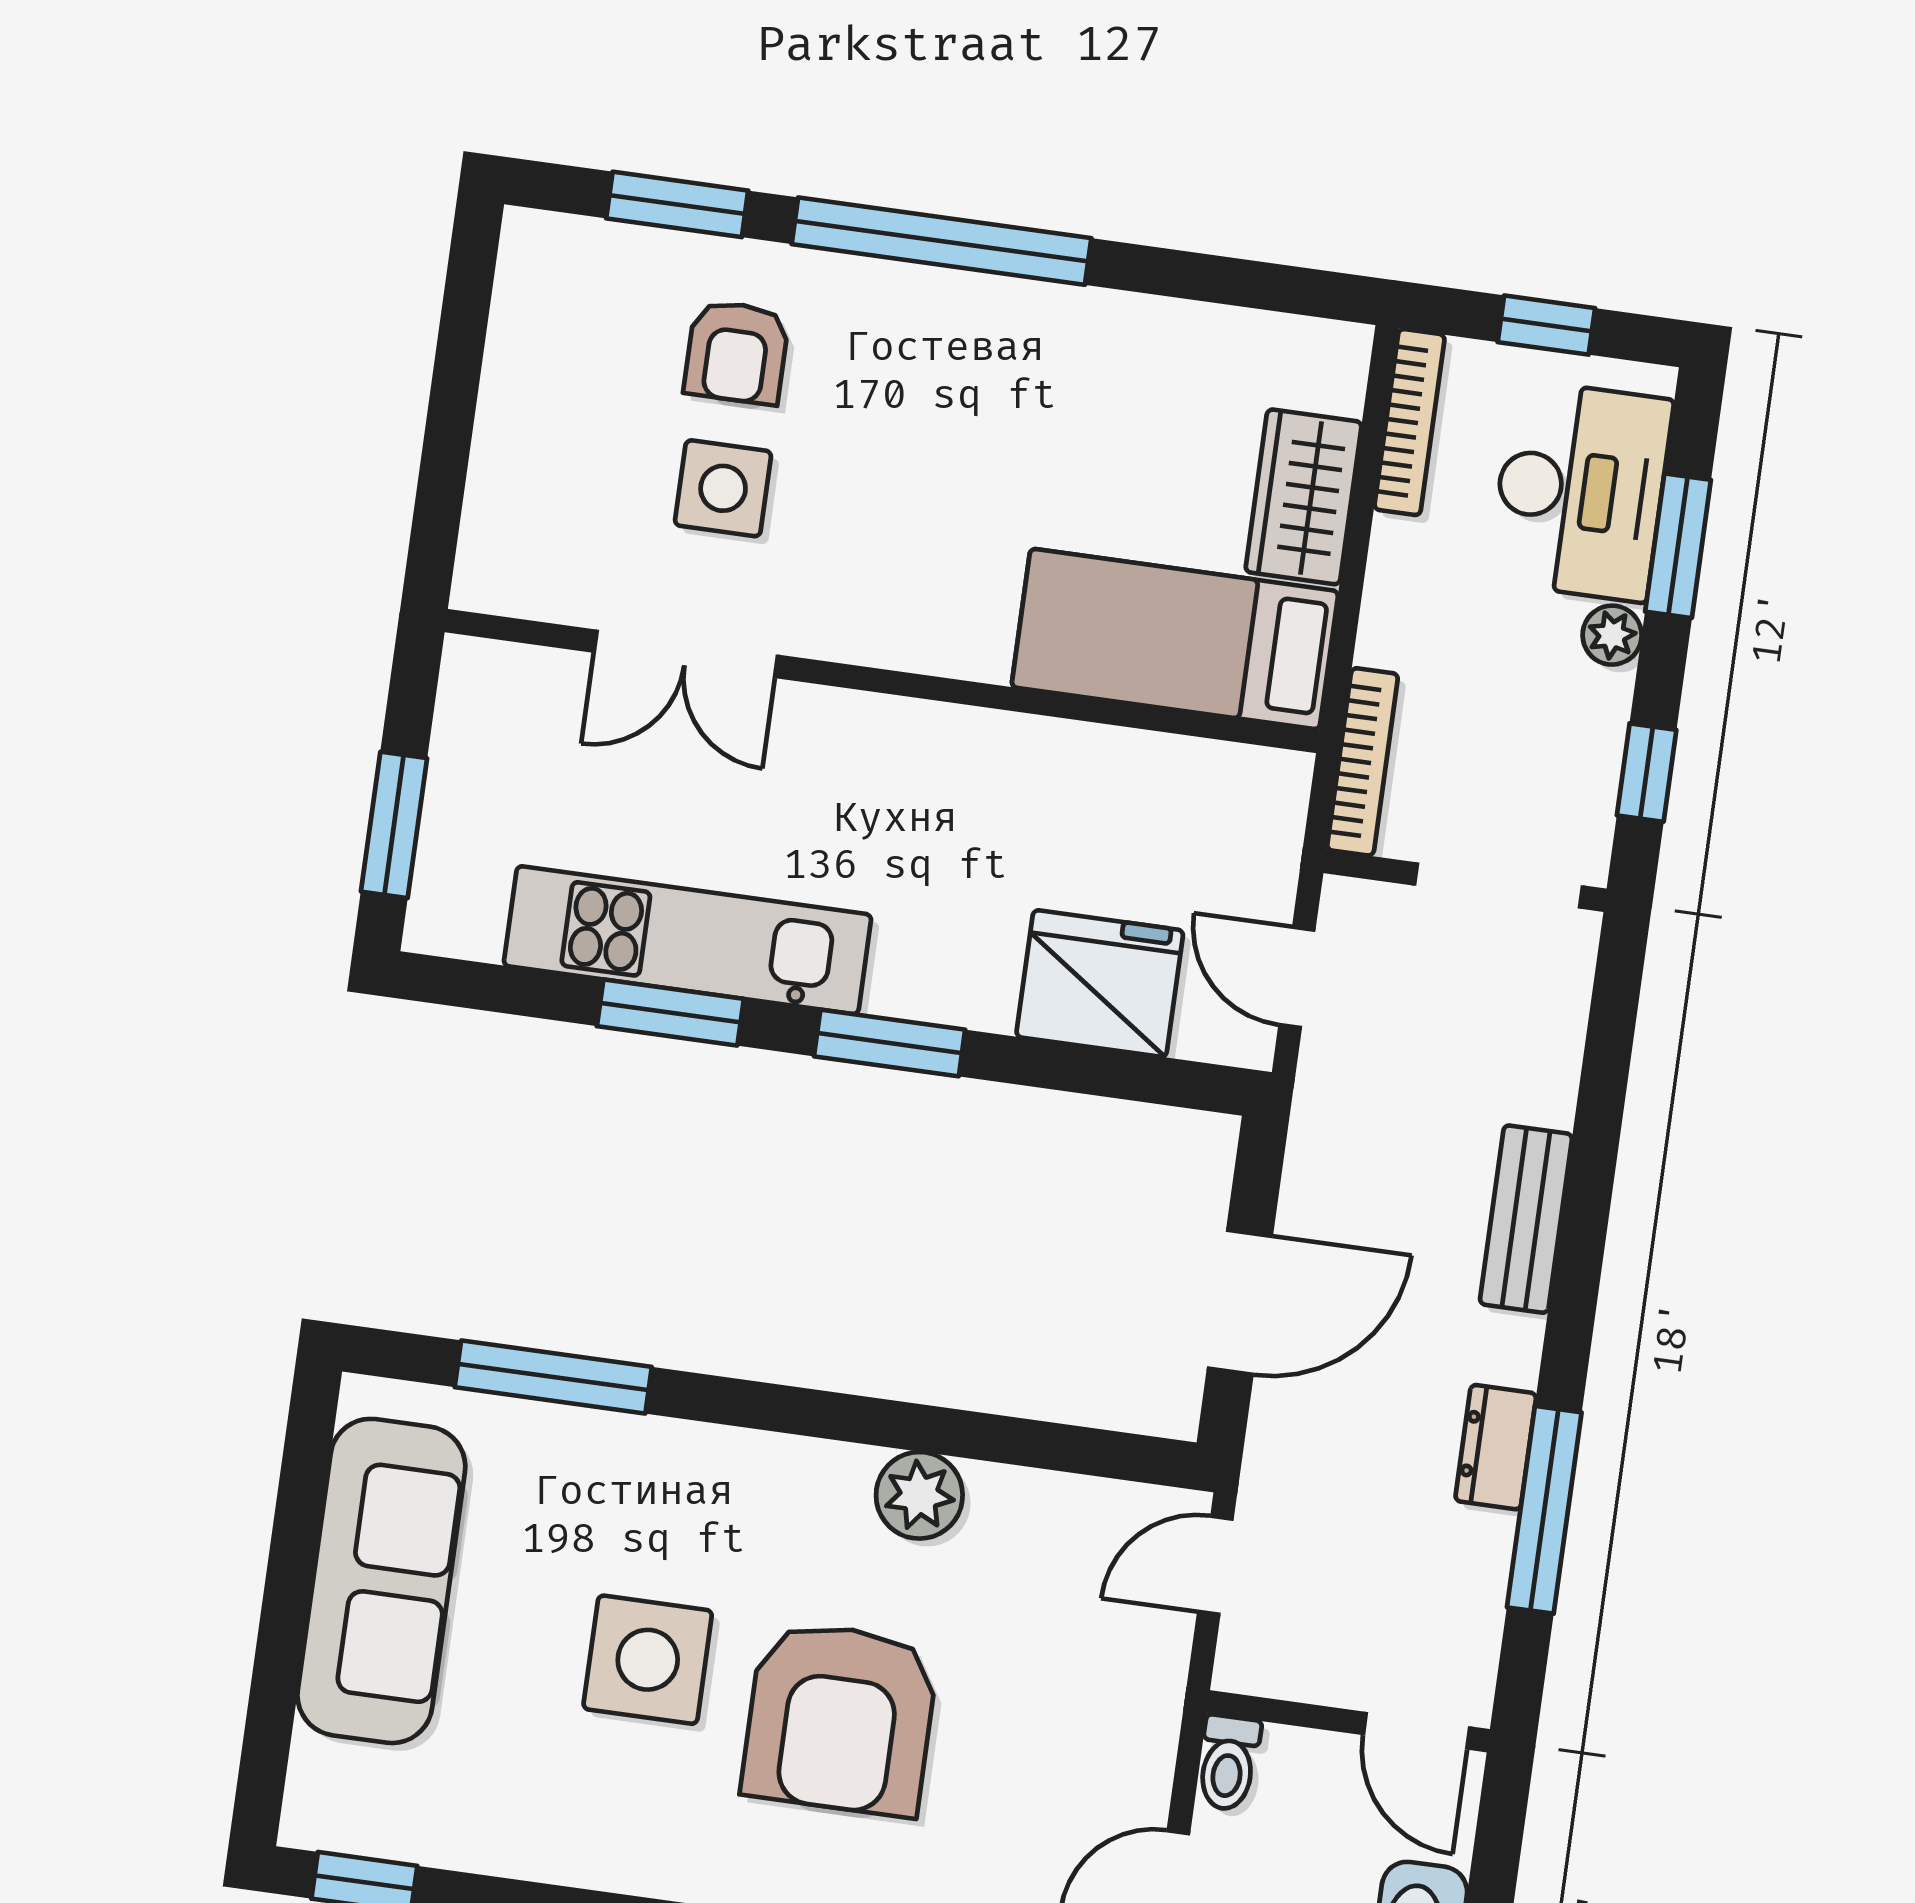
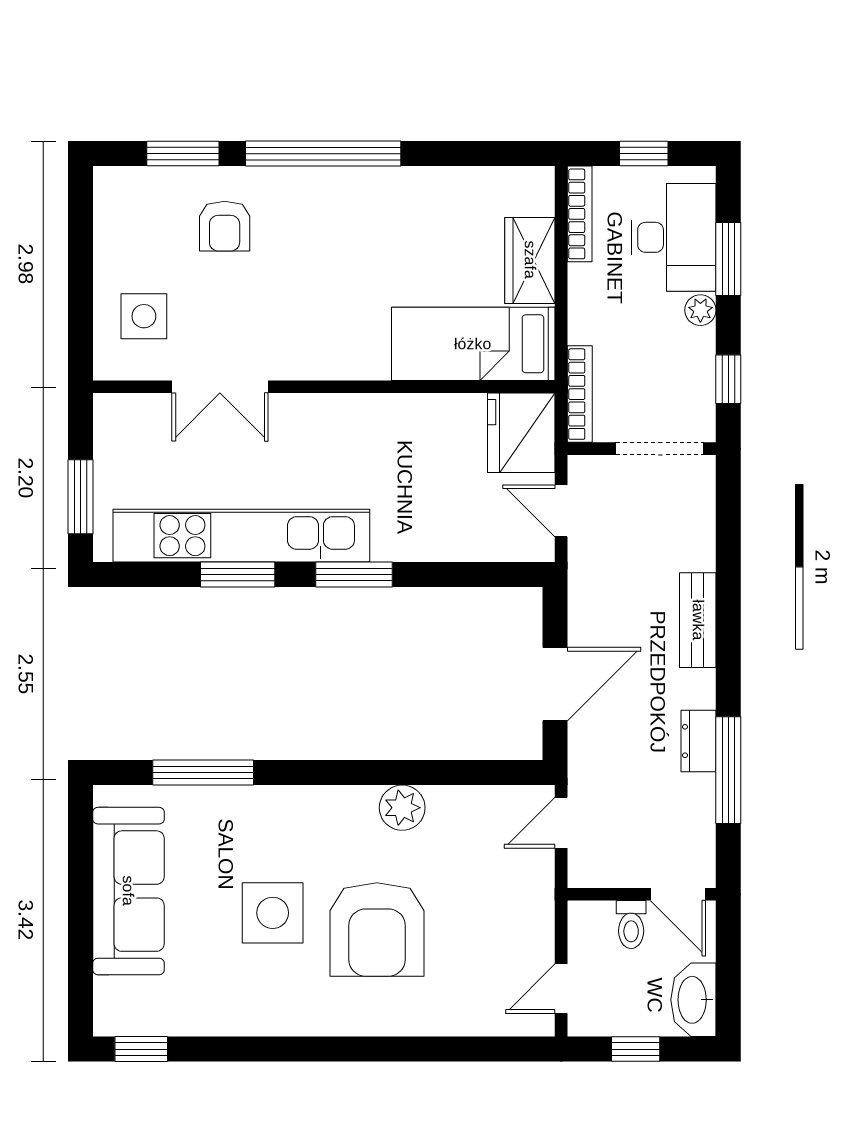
side table: (723, 488) -> (144, 316), moved
kitchen unit: (688, 940) -> (241, 536), width x1.36
fridge: (1100, 984) -> (521, 433), moved, turned -90
toilet: (1228, 1763) -> (631, 925), moved

